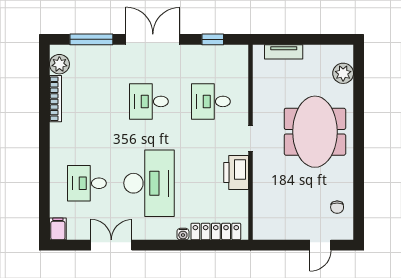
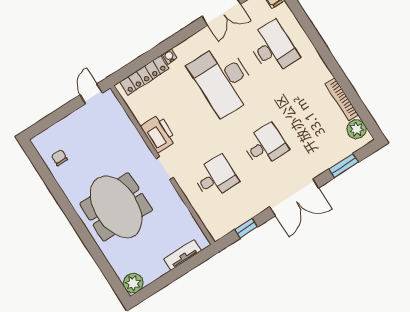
window: (91, 39) -> (344, 166), width x0.69
plant: (343, 73) -> (133, 283), moved
desk: (87, 183) -> (273, 48), width x1.37
door: (320, 245) -> (91, 94), moved

